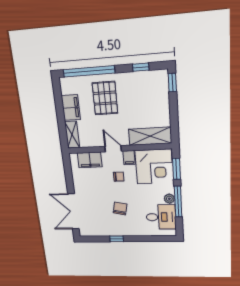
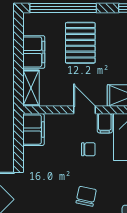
filing cabinet: (90, 160) -> (33, 130), moved, turned -90

